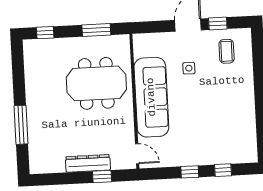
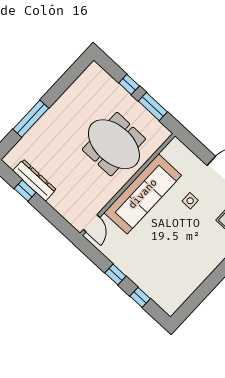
window: (45, 33) -> (129, 84), moved
dresser: (88, 163) -> (34, 180), moved
window: (102, 176) -> (25, 191), moved

